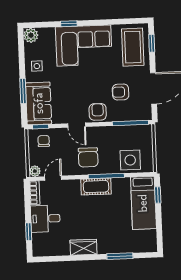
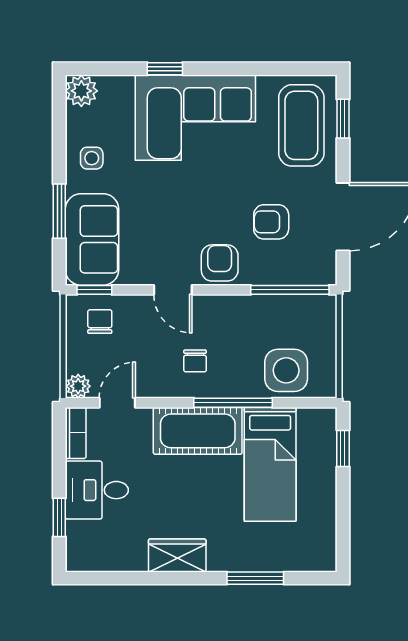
chair: (88, 157) -> (195, 361), width x0.54, depth x0.54
cot: (96, 187) -> (198, 431), width x1.37, depth x1.34
bed: (143, 203) -> (270, 464), moved

